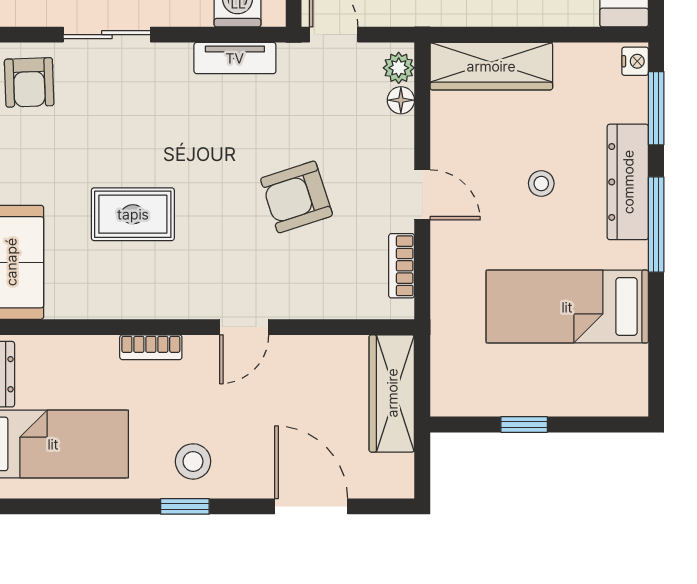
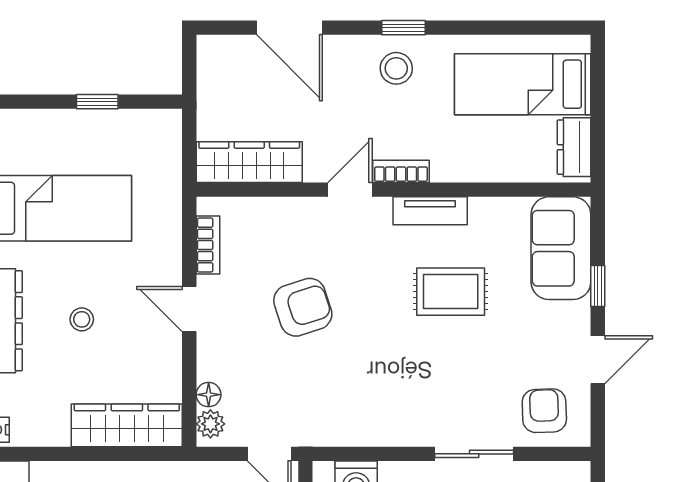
tv unit: (235, 58) -> (430, 211), moved, turned 180
bookcase: (151, 347) -> (401, 171), moved
wardrobe: (392, 393) -> (249, 162), moved, turned -90

